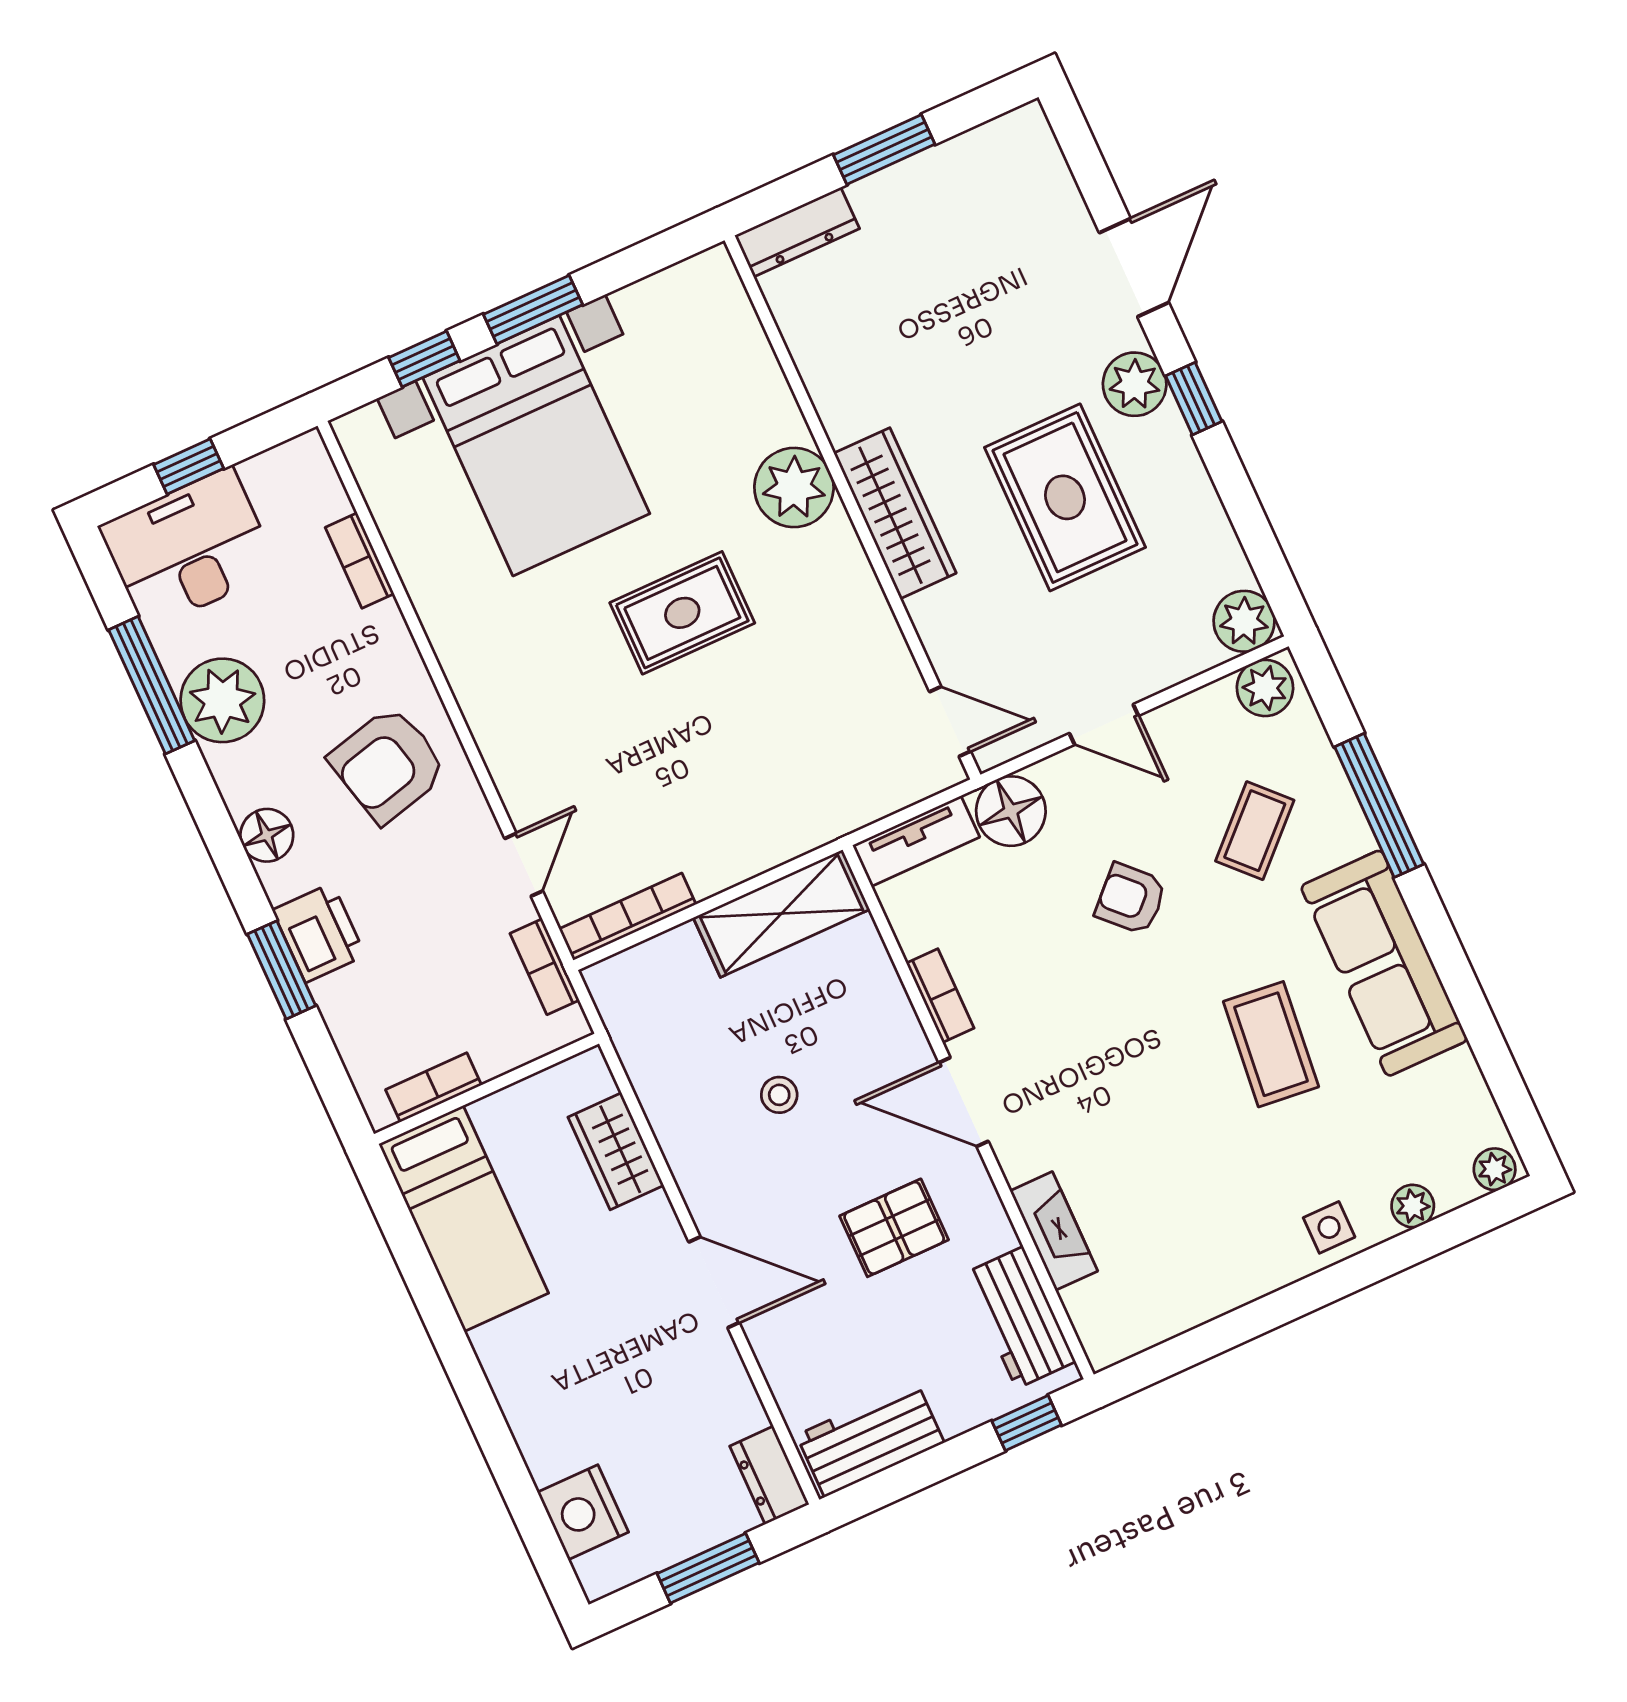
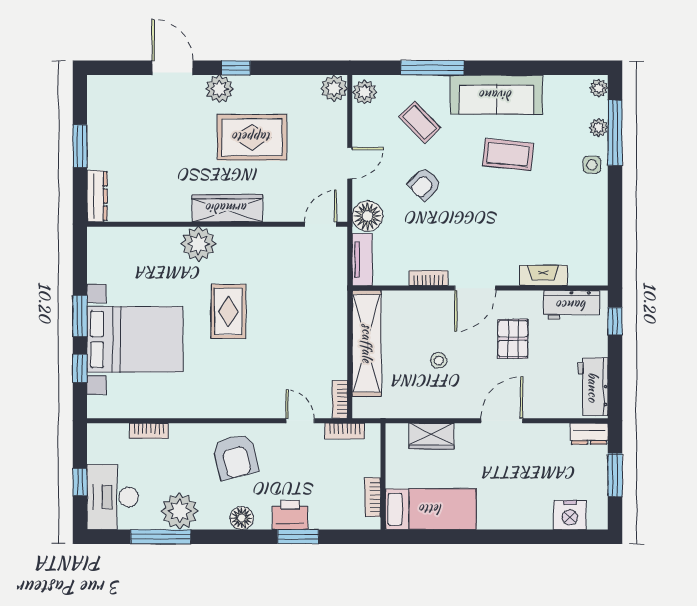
shelving: (781, 913) -> (367, 343), width x1.47
bookcase: (628, 917) -> (340, 399), width x0.64
window: (1417, 1245) -> (615, 133), added

